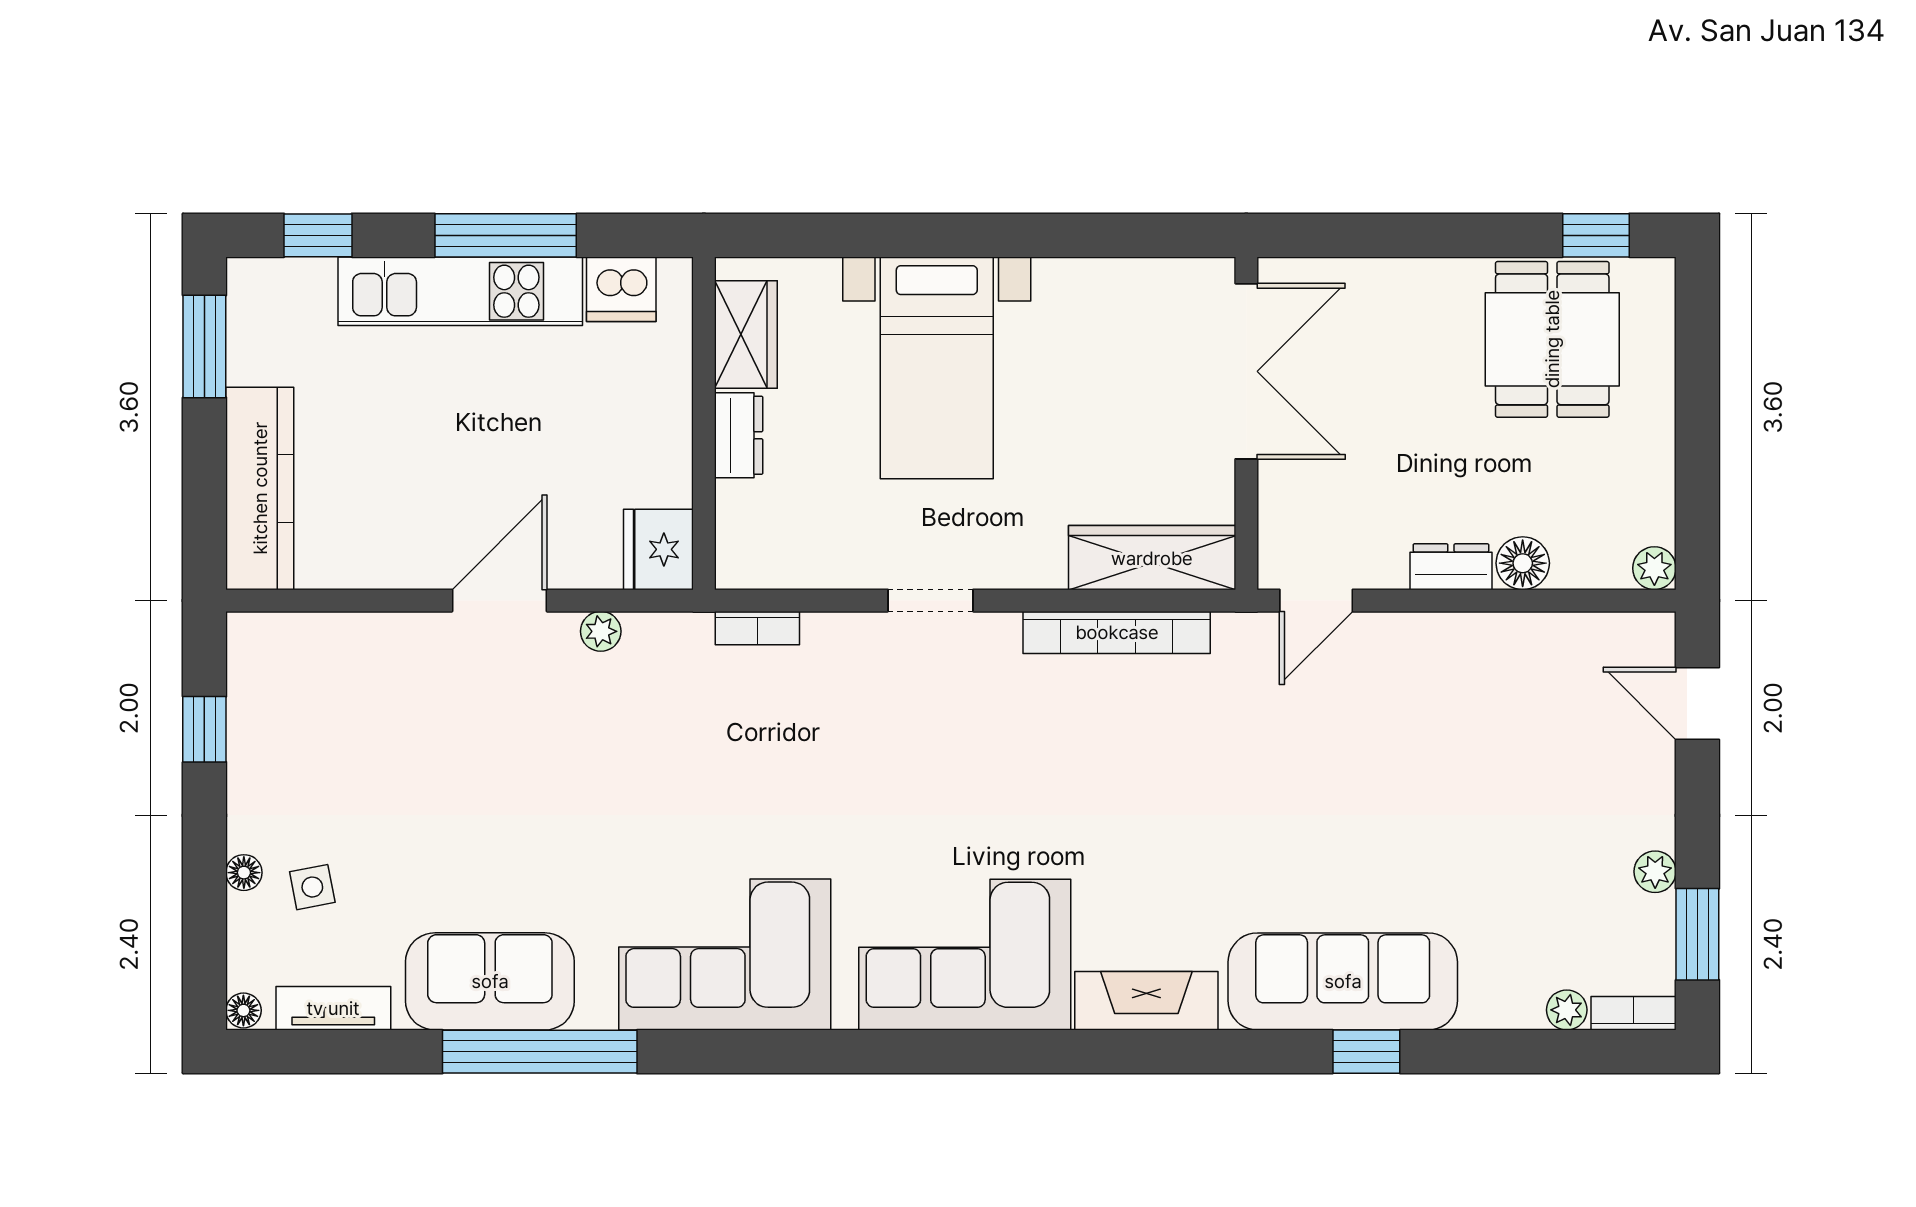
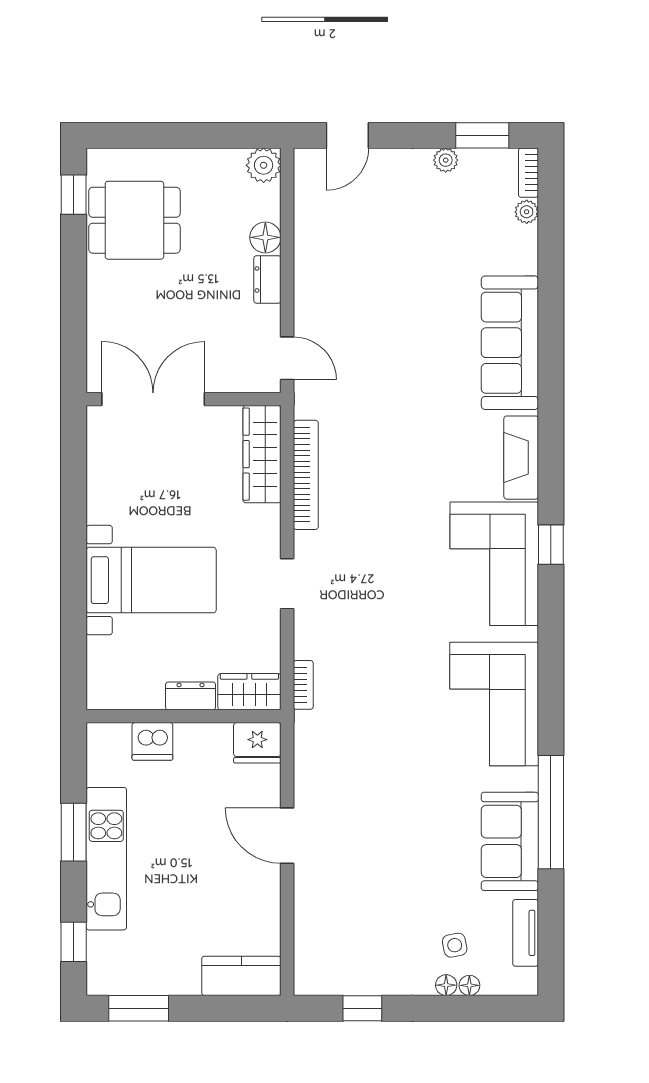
window: (506, 235) -> (74, 832), width x0.69
dishwasher: (621, 289) -> (152, 741), moved, turned 90
wardrobe: (746, 335) -> (249, 692), moved
kitchen counter: (260, 488) -> (241, 976), width x0.67
plant: (1654, 568) -> (264, 165), width x1.38, depth x1.38
plant: (601, 631) -> (305, 777), removed
floor lamp: (243, 1010) -> (469, 985), moved
window: (1366, 1052) -> (551, 545), moved

